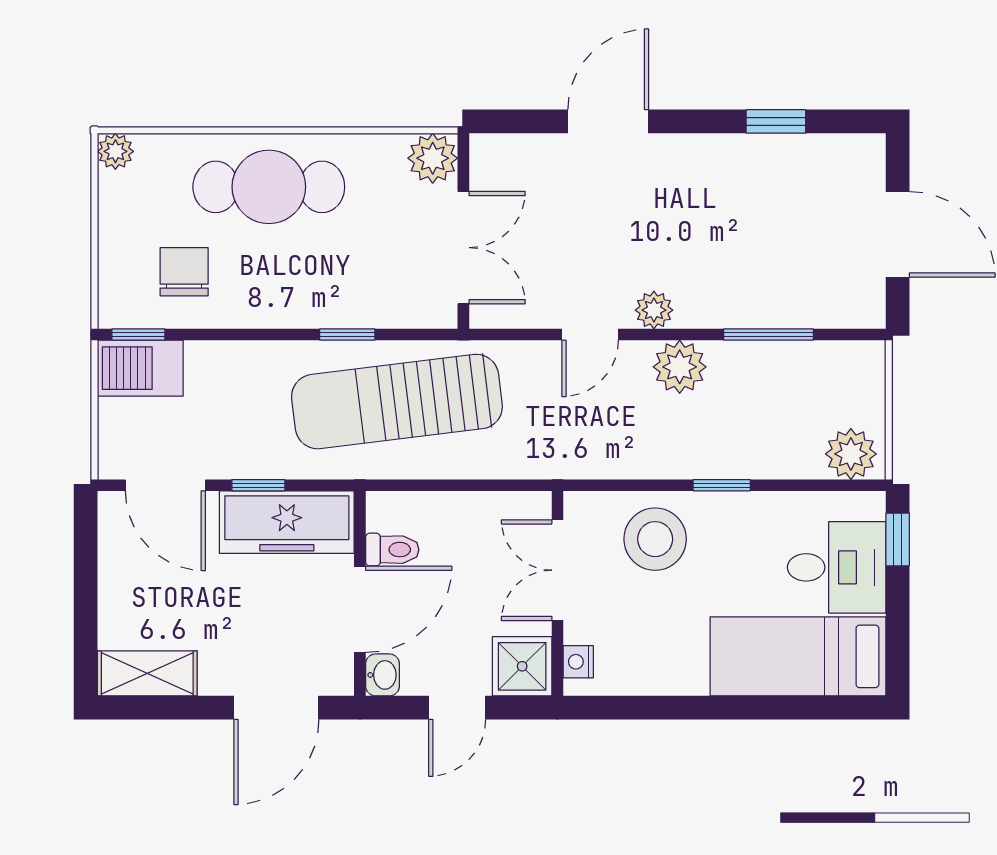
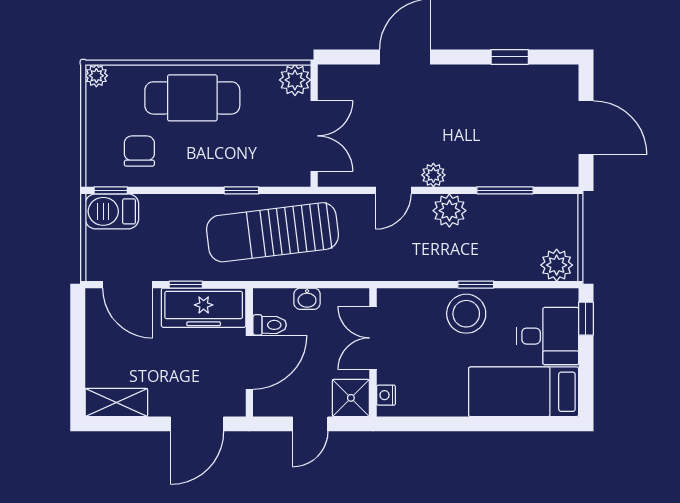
stool: (655, 539) -> (466, 314), moved
washbasin: (382, 675) -> (307, 299), moved, turned 90

